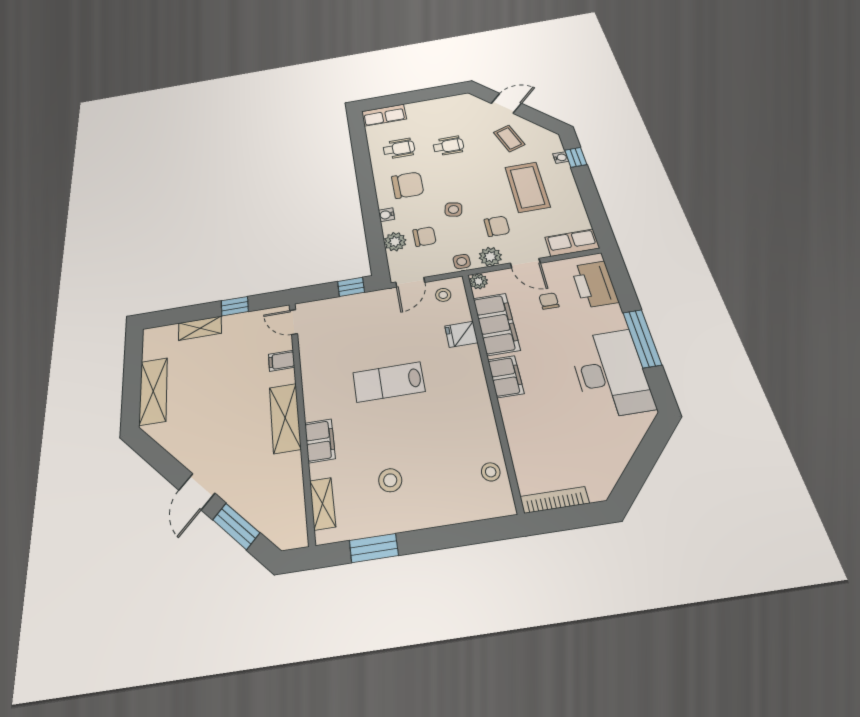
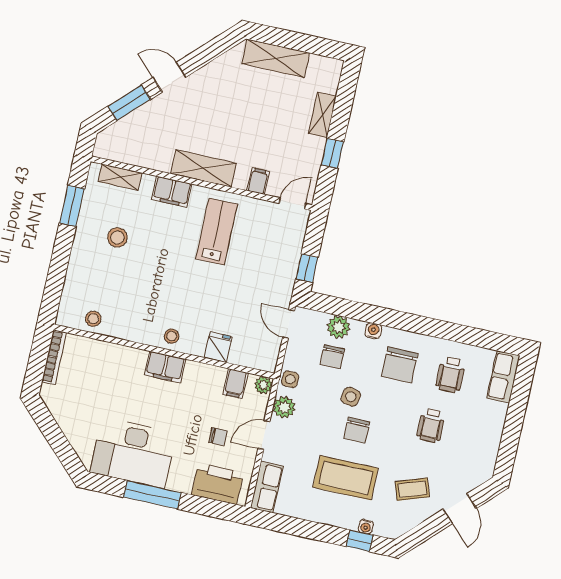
chair: (497, 226) -> (357, 430), moved
stool: (443, 295) -> (172, 336), moved
filing cabinet: (496, 324) -> (235, 384), width x0.33, depth x0.86
lab bench: (389, 382) -> (217, 232), moved

